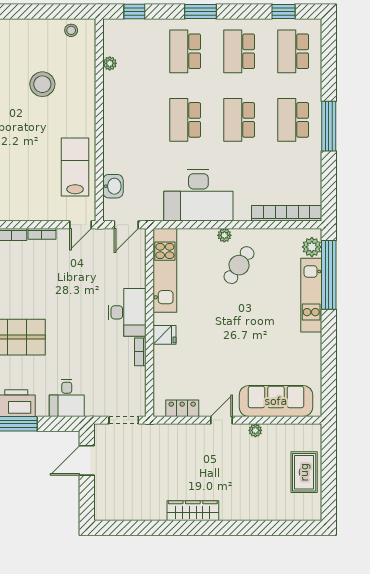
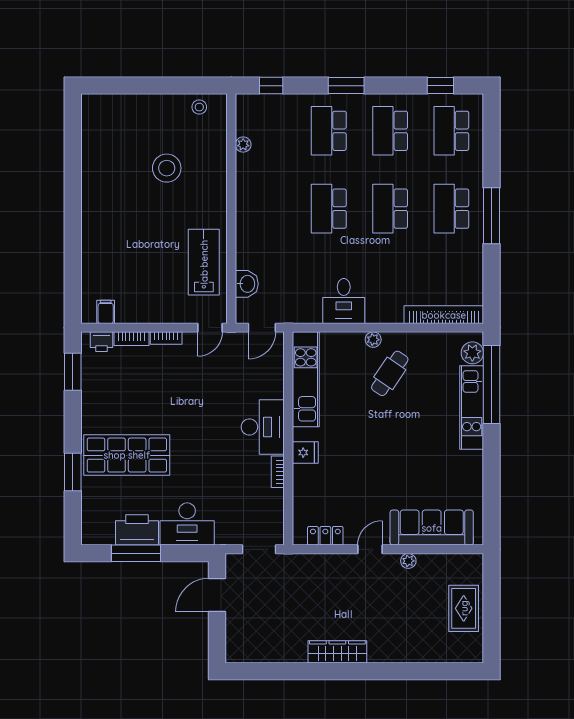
desk: (198, 195) -> (344, 301), width x0.53, depth x0.77
desk: (67, 398) -> (187, 524), width x1.37

